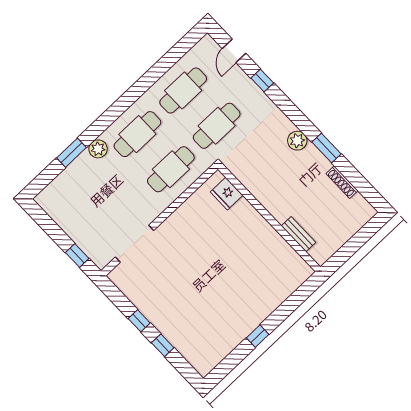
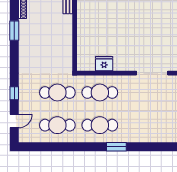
plant: (297, 141) -> (25, 48), removed
plant: (98, 149) -> (126, 136), removed
window: (71, 153) -> (116, 147), moved
fridge: (227, 194) -> (104, 64), moved, turned -90

